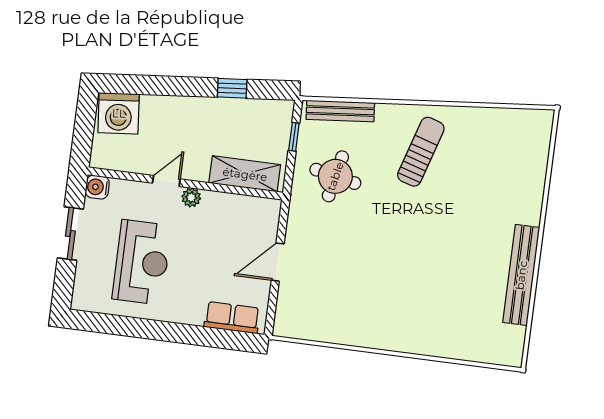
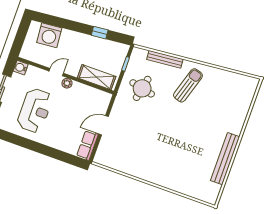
bench: (340, 111) -> (165, 59), moved
washing machine: (119, 113) -> (49, 35), moved
row of seats: (232, 318) -> (87, 145), moved, turned -90

